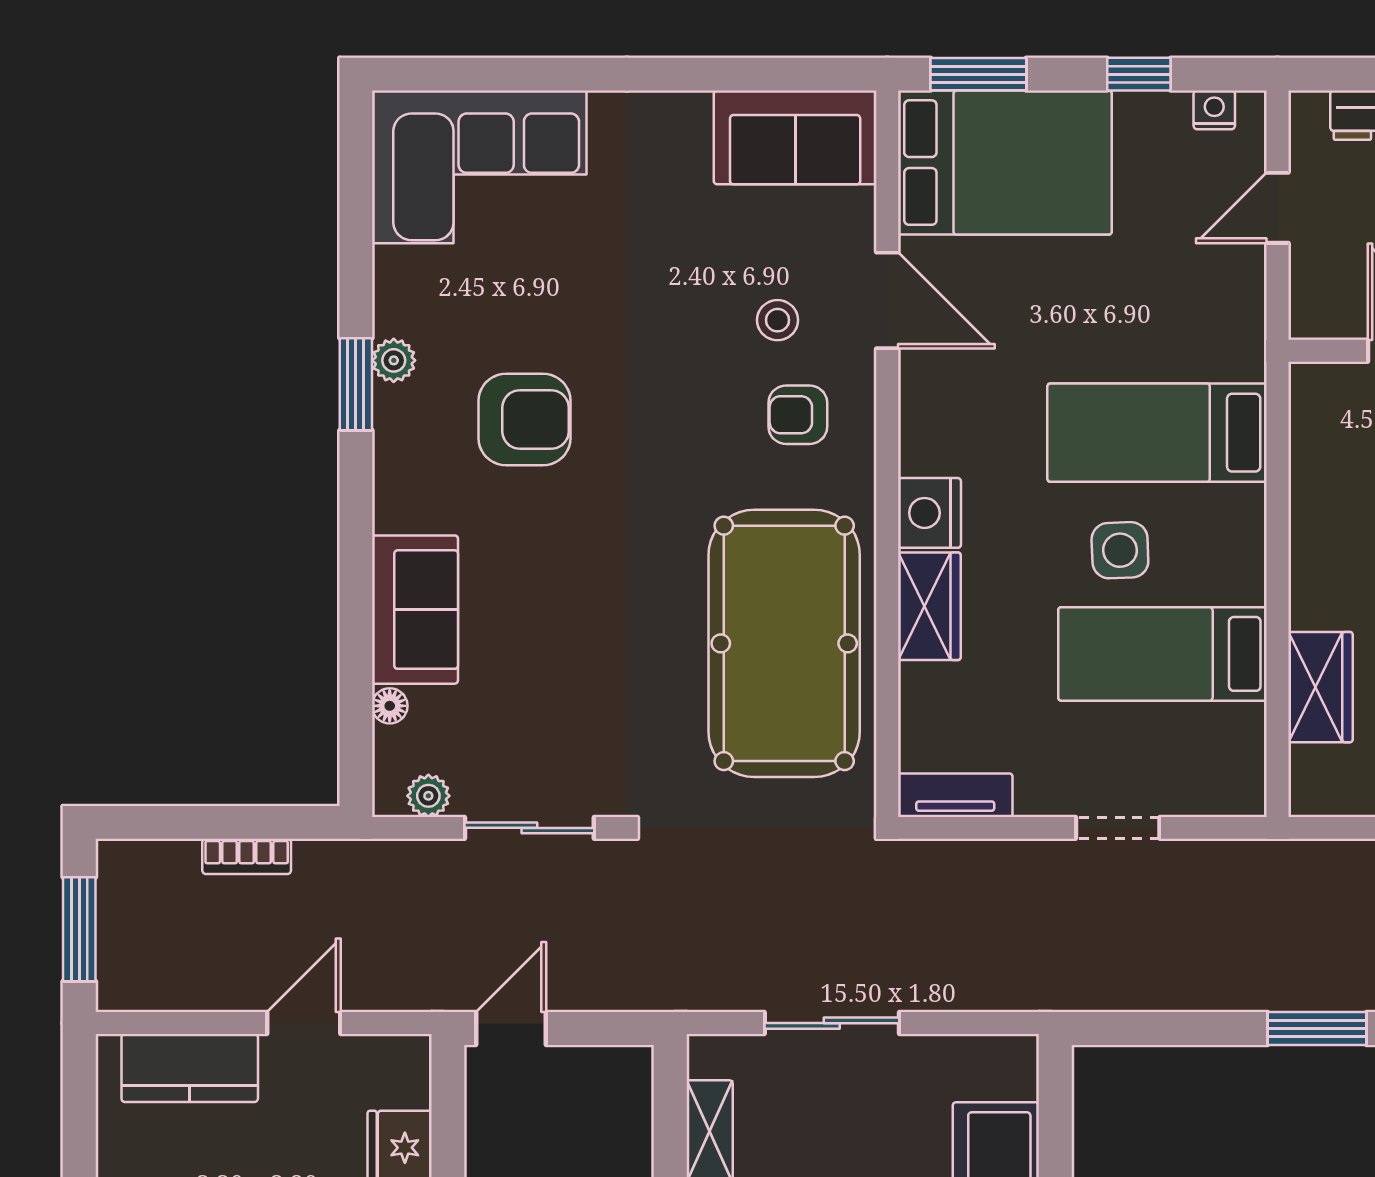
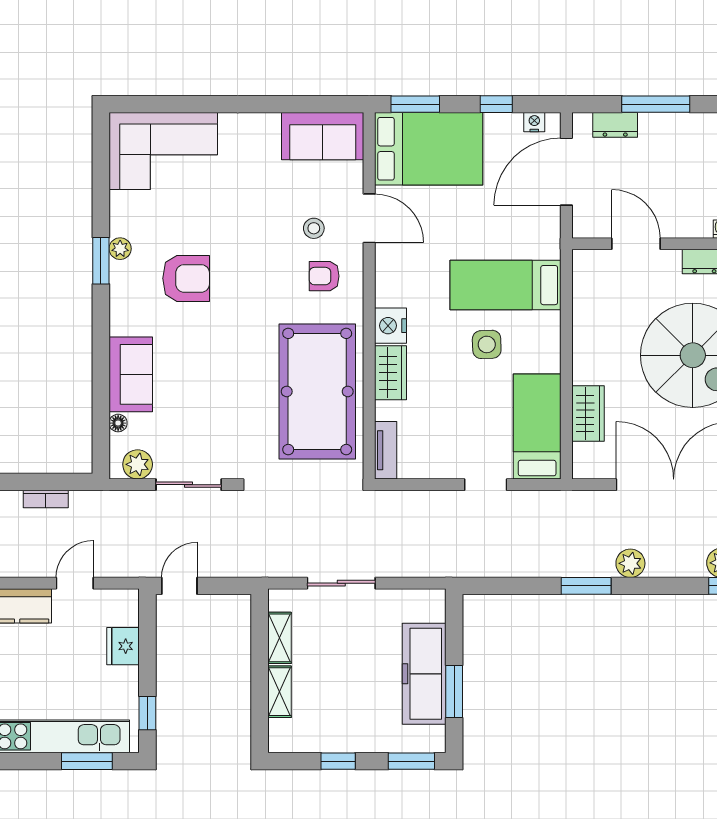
door: (1278, 208) -> (566, 172), width x1.88
bed: (1162, 654) -> (537, 427), moved, turned 90
tv unit: (955, 795) -> (386, 450), moved, turned 90
plant: (428, 796) -> (138, 464), width x1.38, depth x1.38

